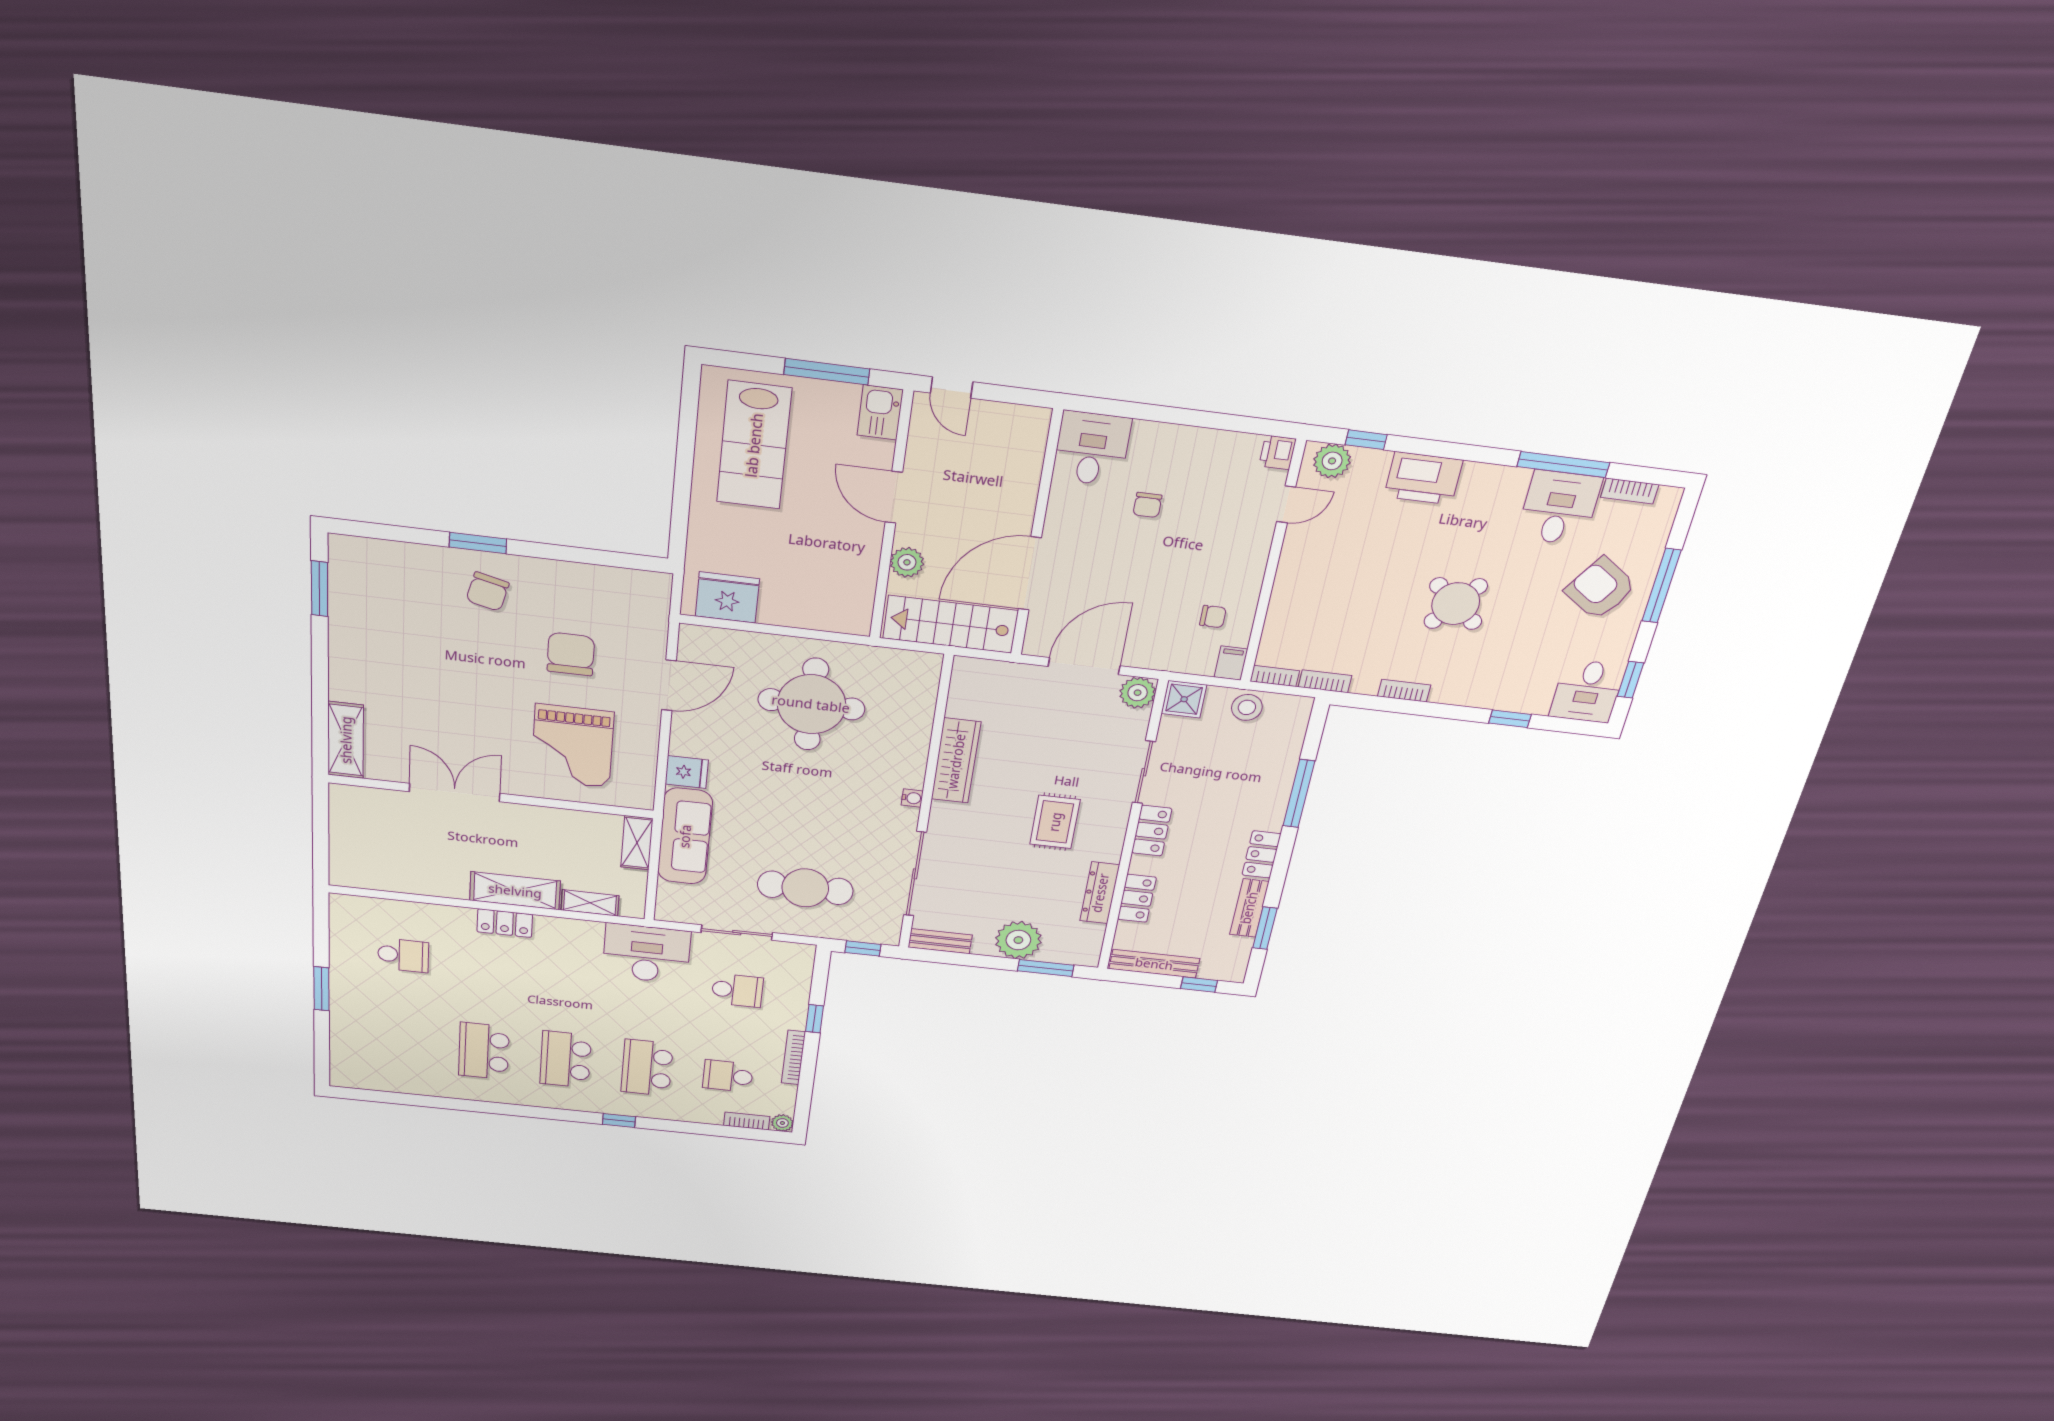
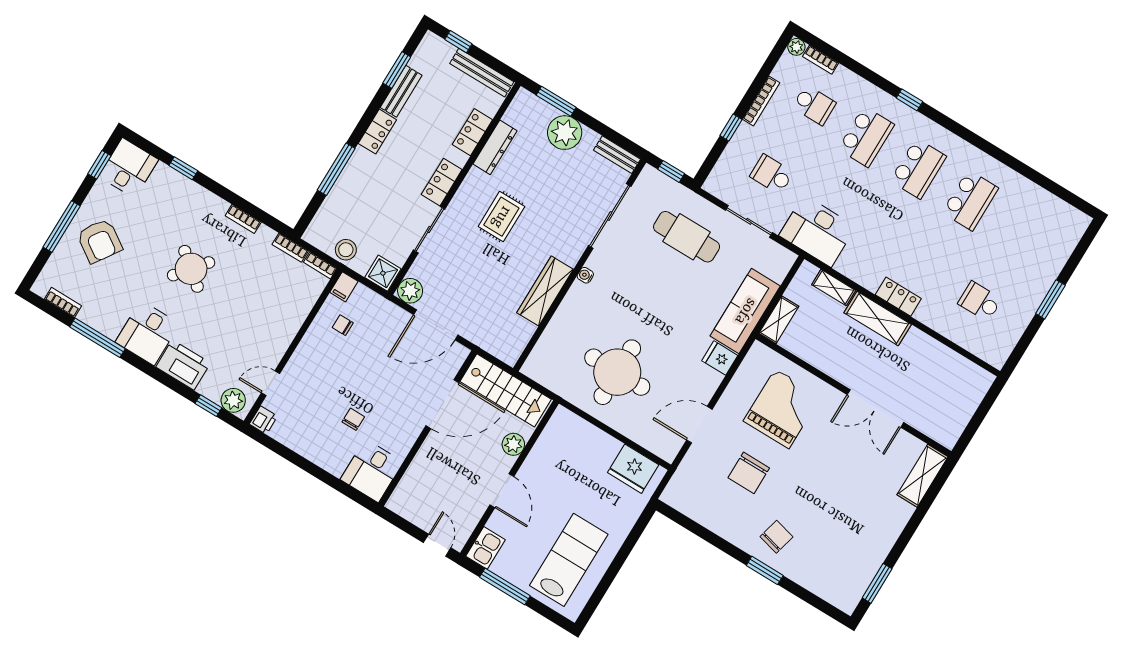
desk: (1559, 508) -> (147, 333), moved

